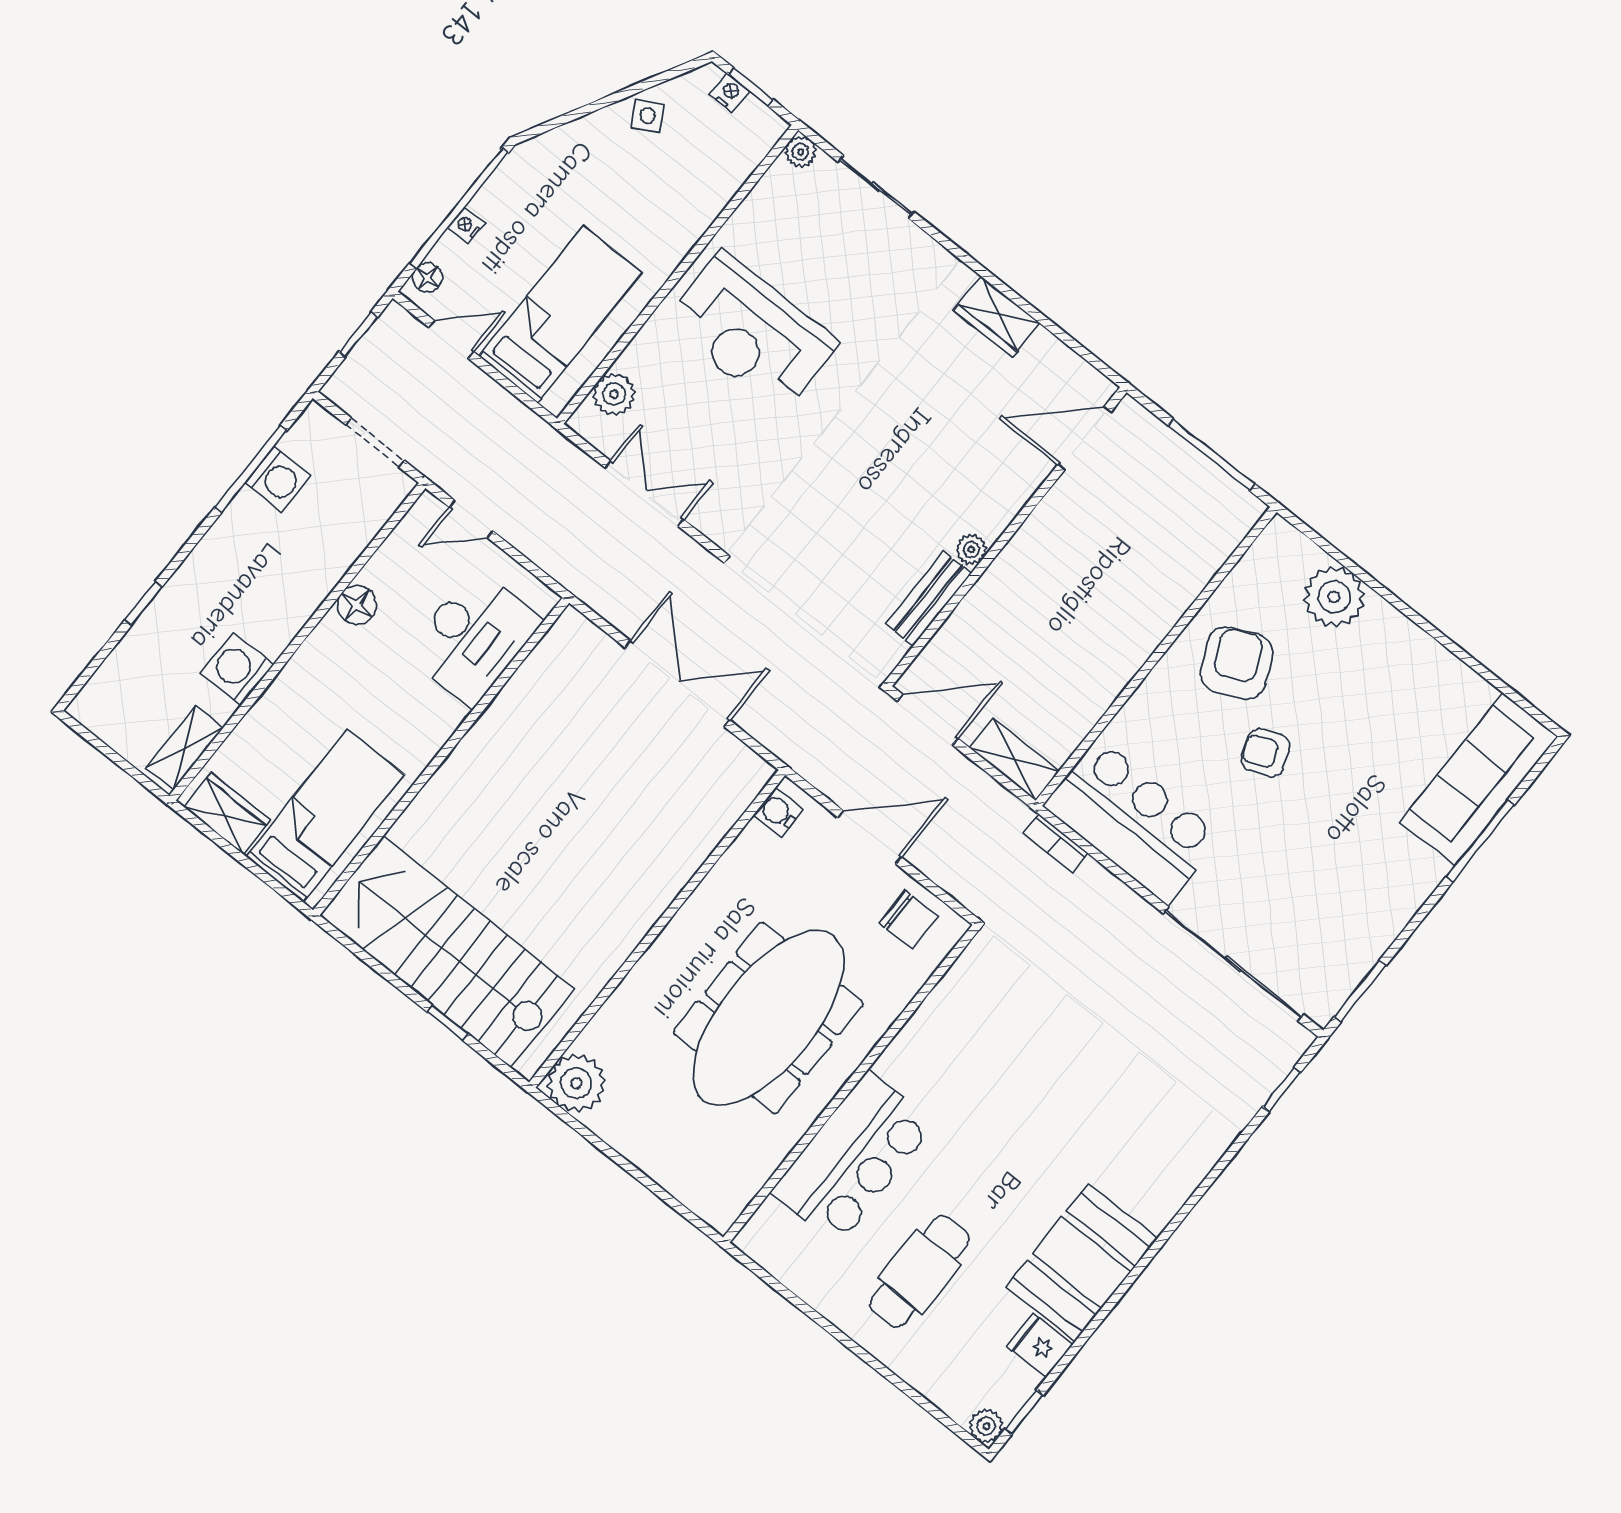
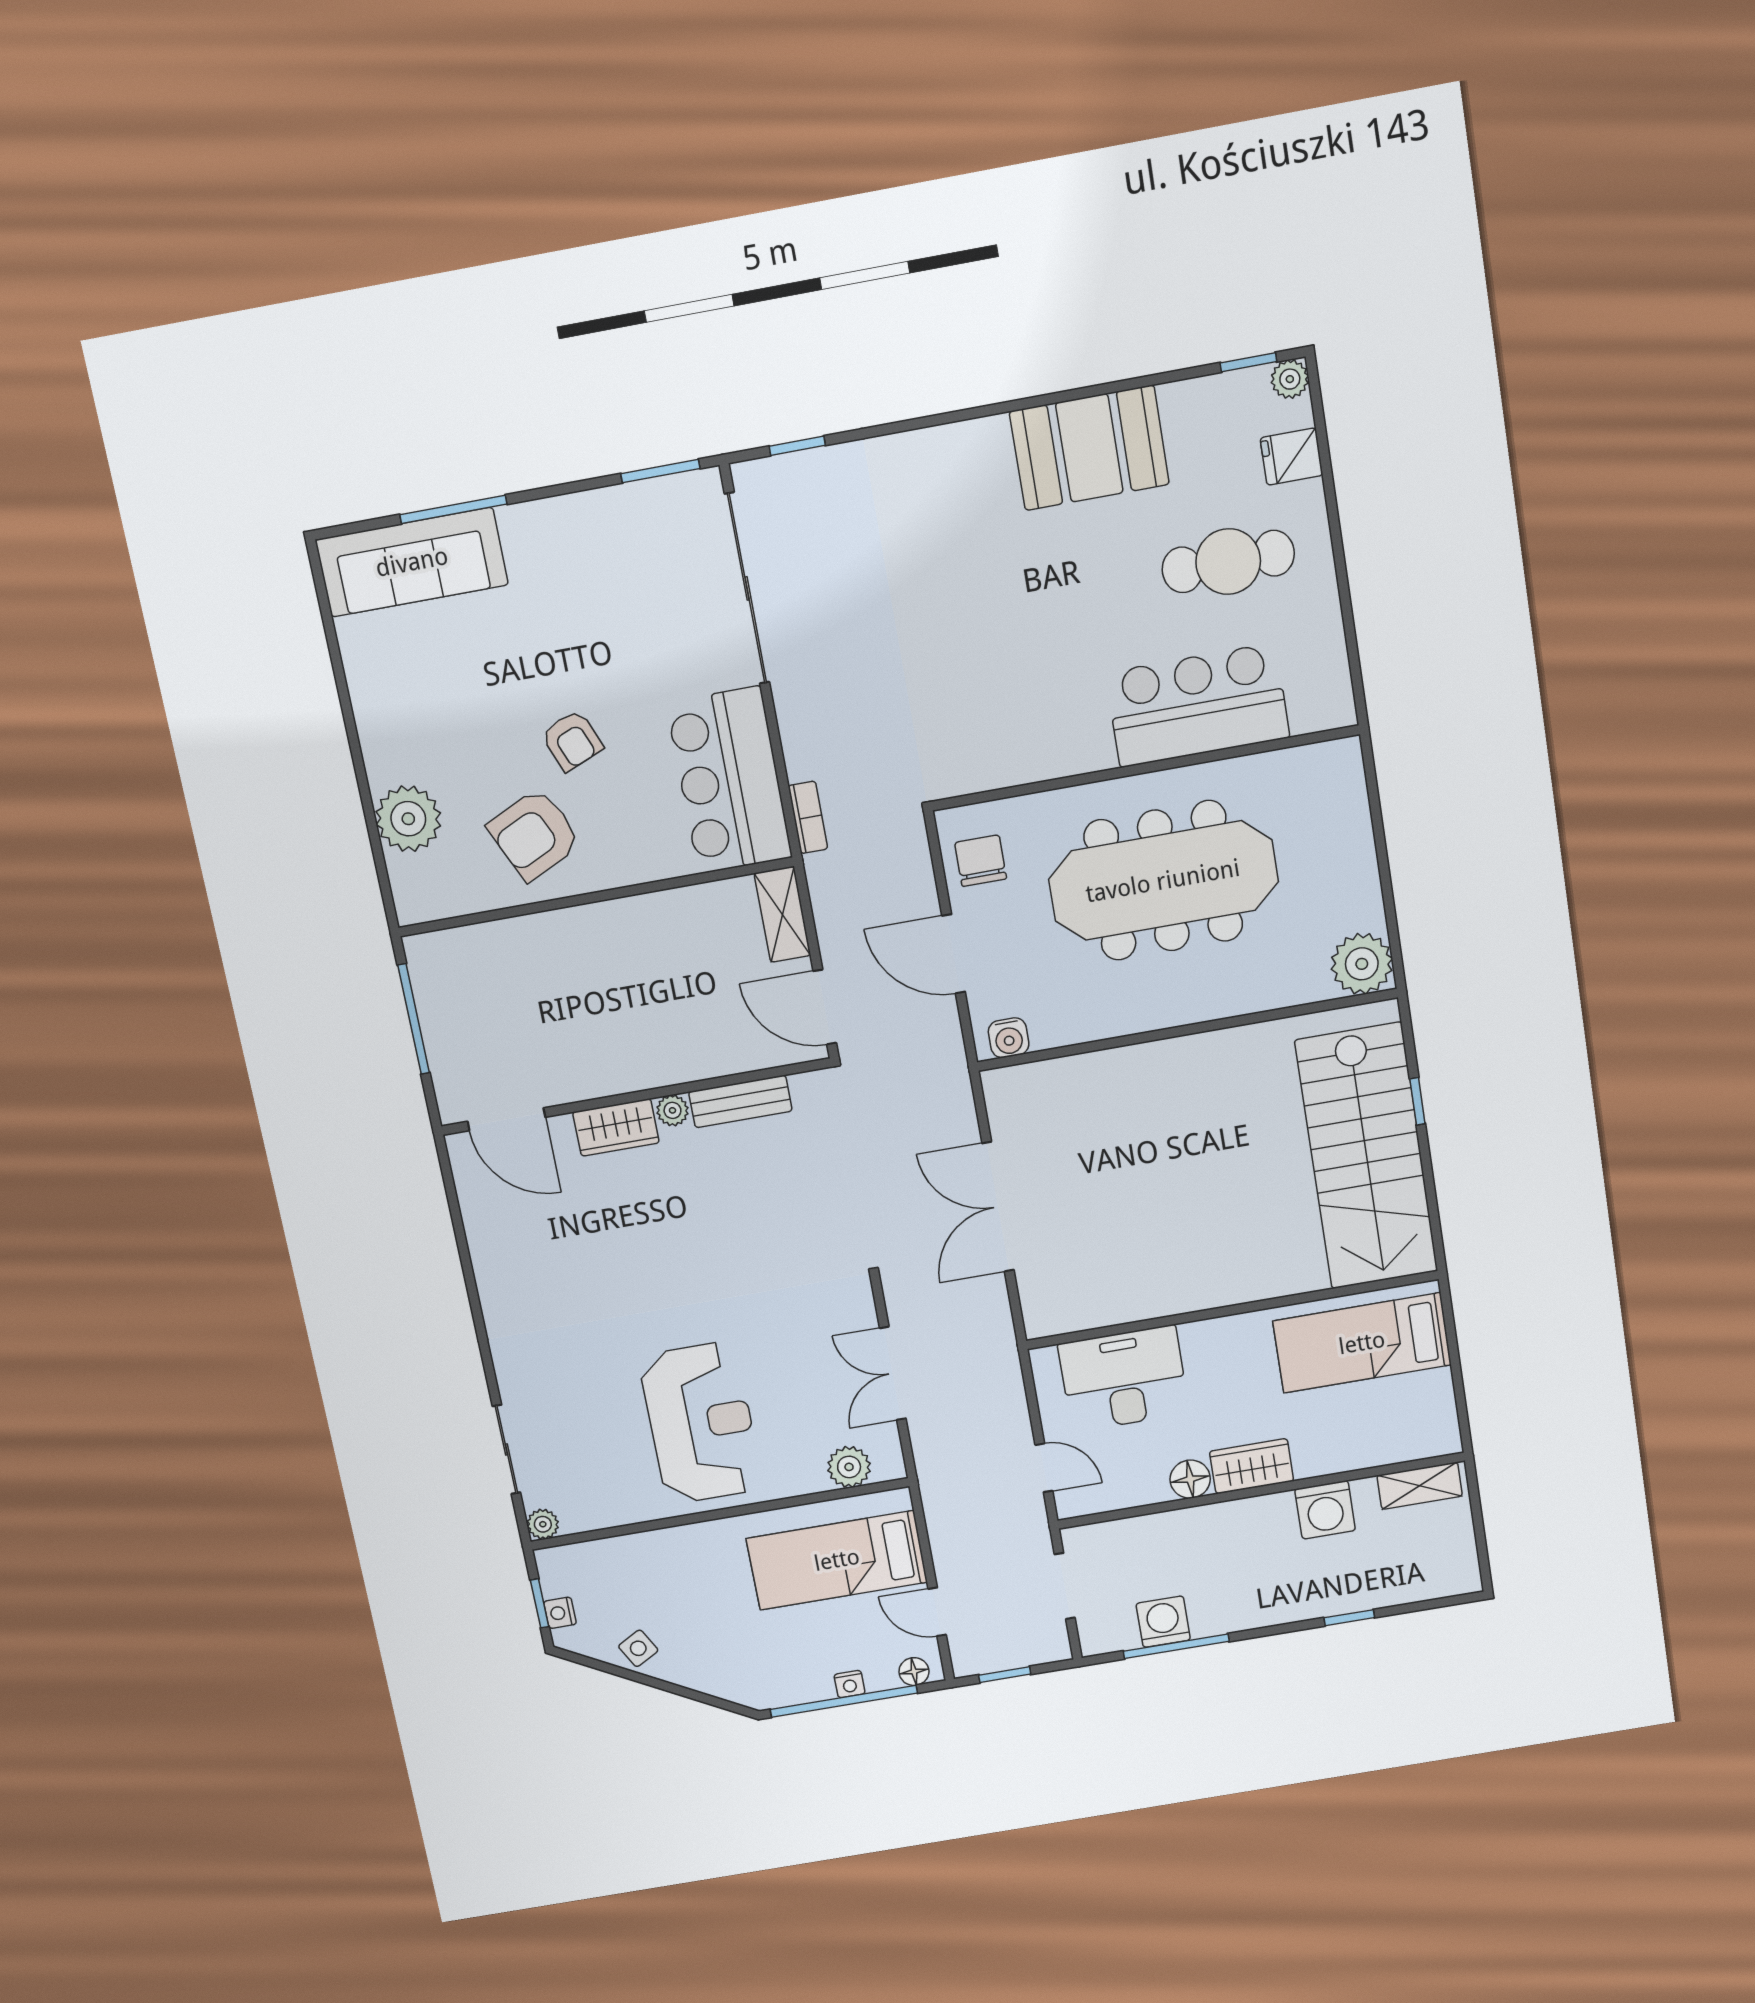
wardrobe: (997, 317) -> (616, 1127), moved, turned 90
wardrobe: (227, 813) -> (1252, 1466), moved, turned 90
fridge: (1040, 1345) -> (1292, 457), moved, turned 90

